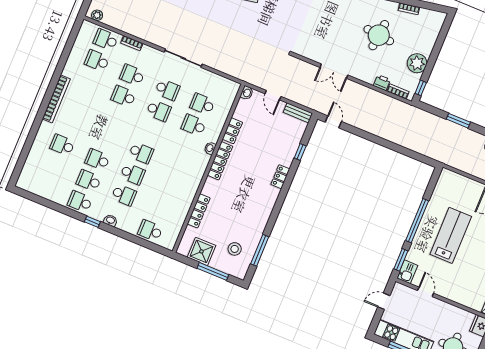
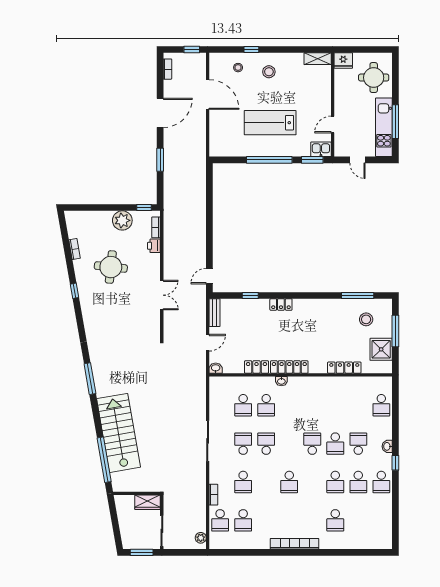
school desk: (123, 96) -> (289, 482), moved
school desk: (133, 174) -> (335, 444), turned 180

